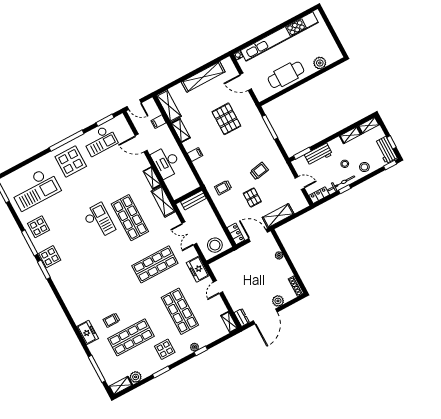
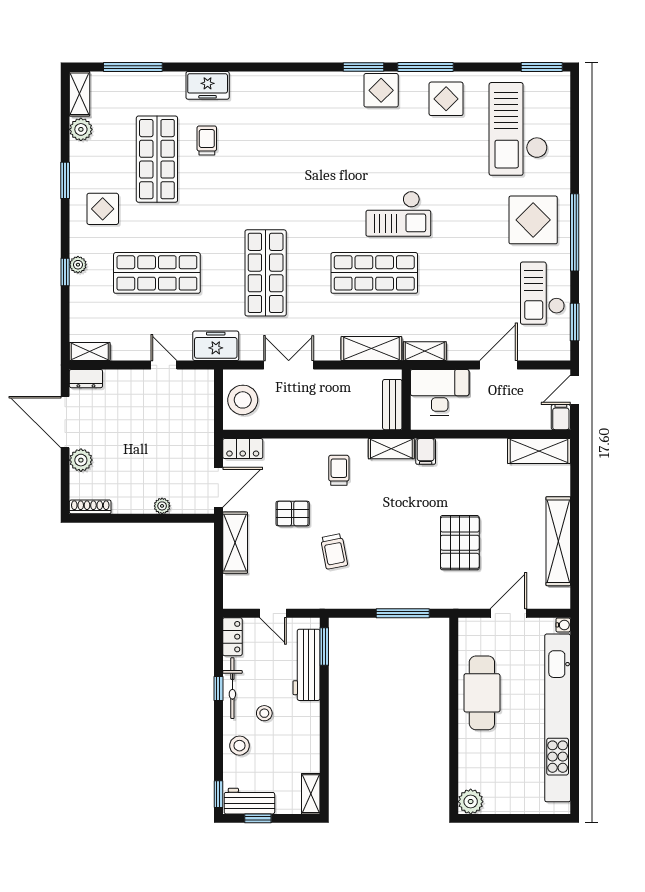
plant: (320, 63) -> (471, 802), moved
pallet: (226, 119) -> (460, 543), turned 90
filing cabinet: (158, 122) -> (561, 417), moved
shelving: (181, 130) -> (391, 449), moved
shelving: (350, 135) -> (311, 751), removed
workbench: (318, 155) -> (306, 665), width x1.38
door: (300, 183) -> (273, 613), hinge flipped
wall: (188, 195) -> (406, 400), moved
bench: (193, 200) -> (392, 405), moved

